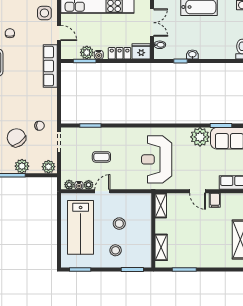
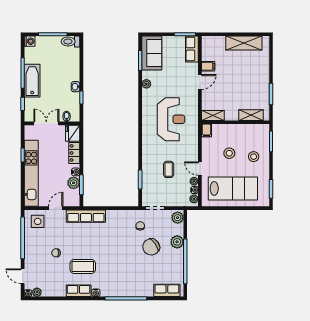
plant: (200, 137) -> (146, 84), width x0.53, depth x0.53
reception desk: (157, 159) -> (171, 119), turned -90
filing cabinet: (144, 199) -> (206, 130), added

